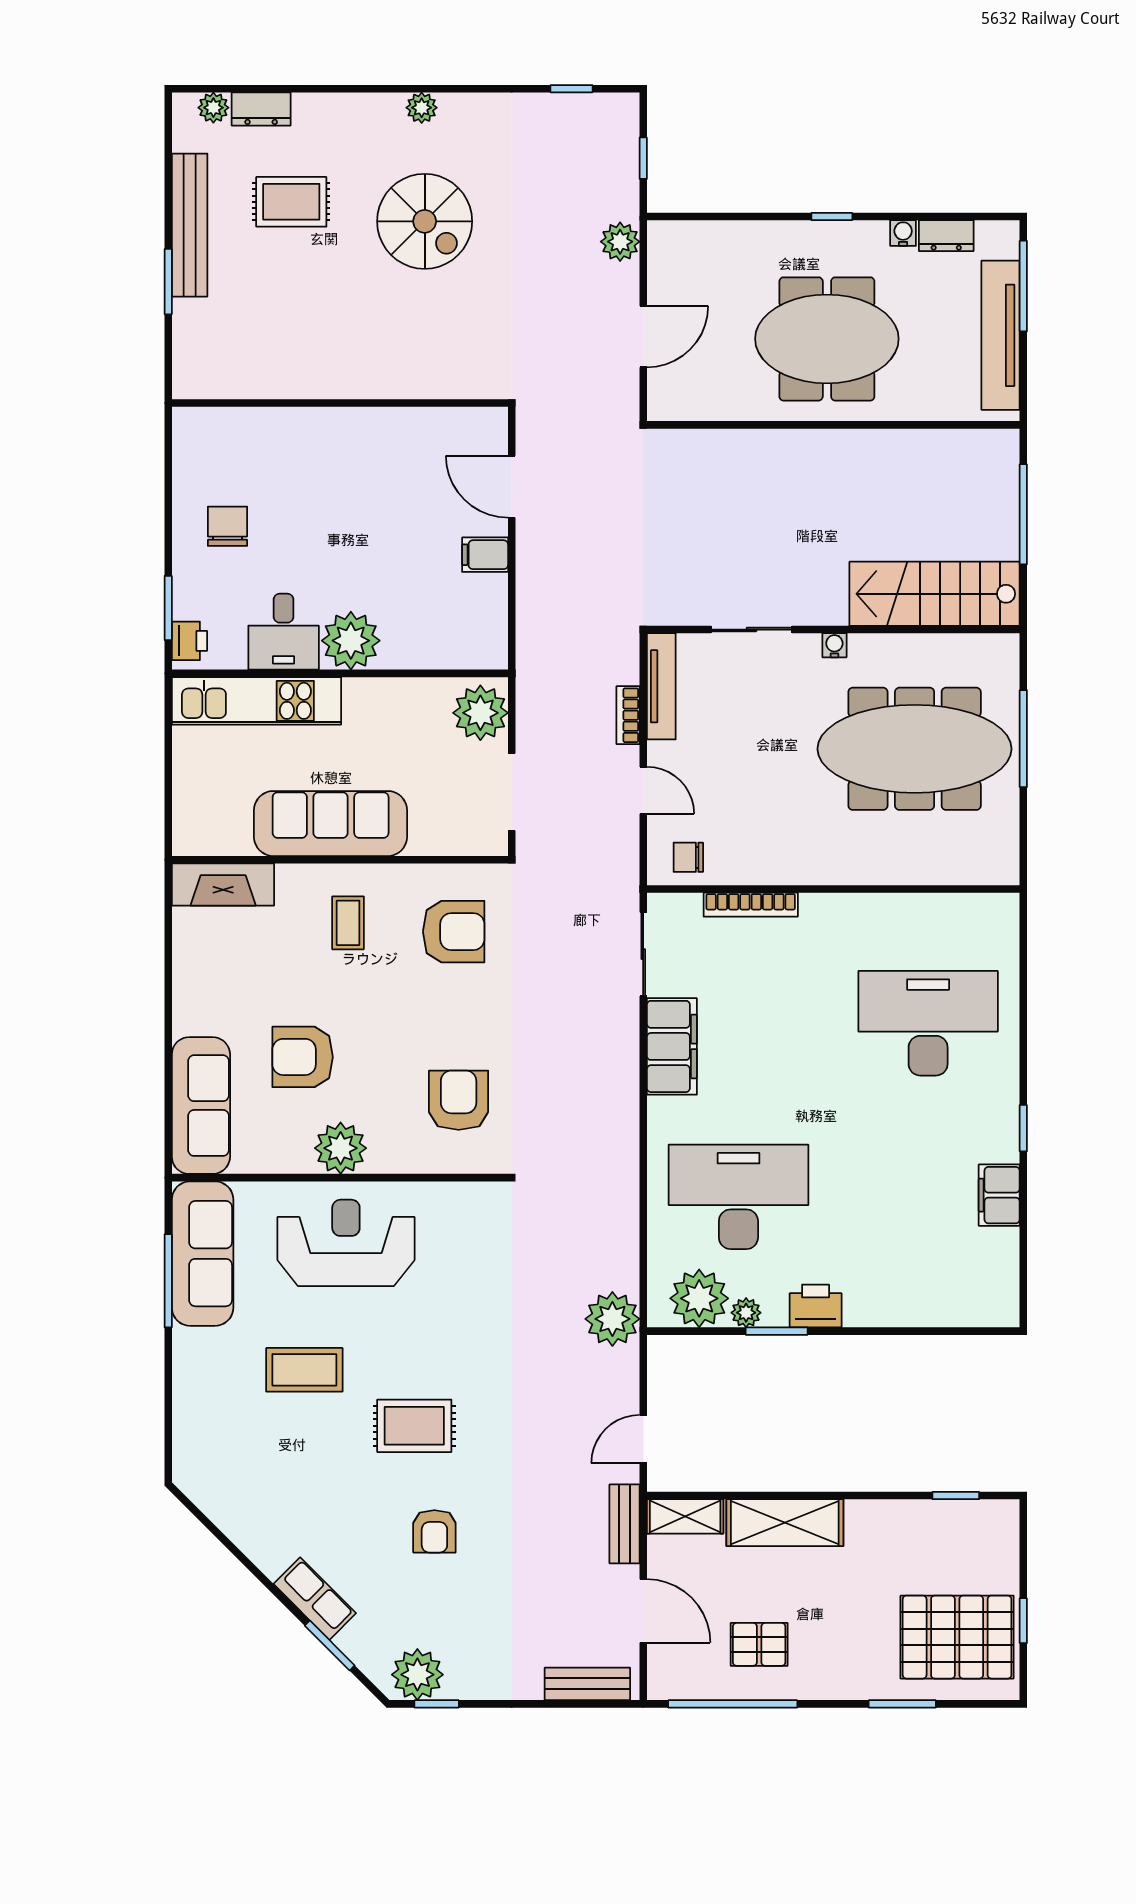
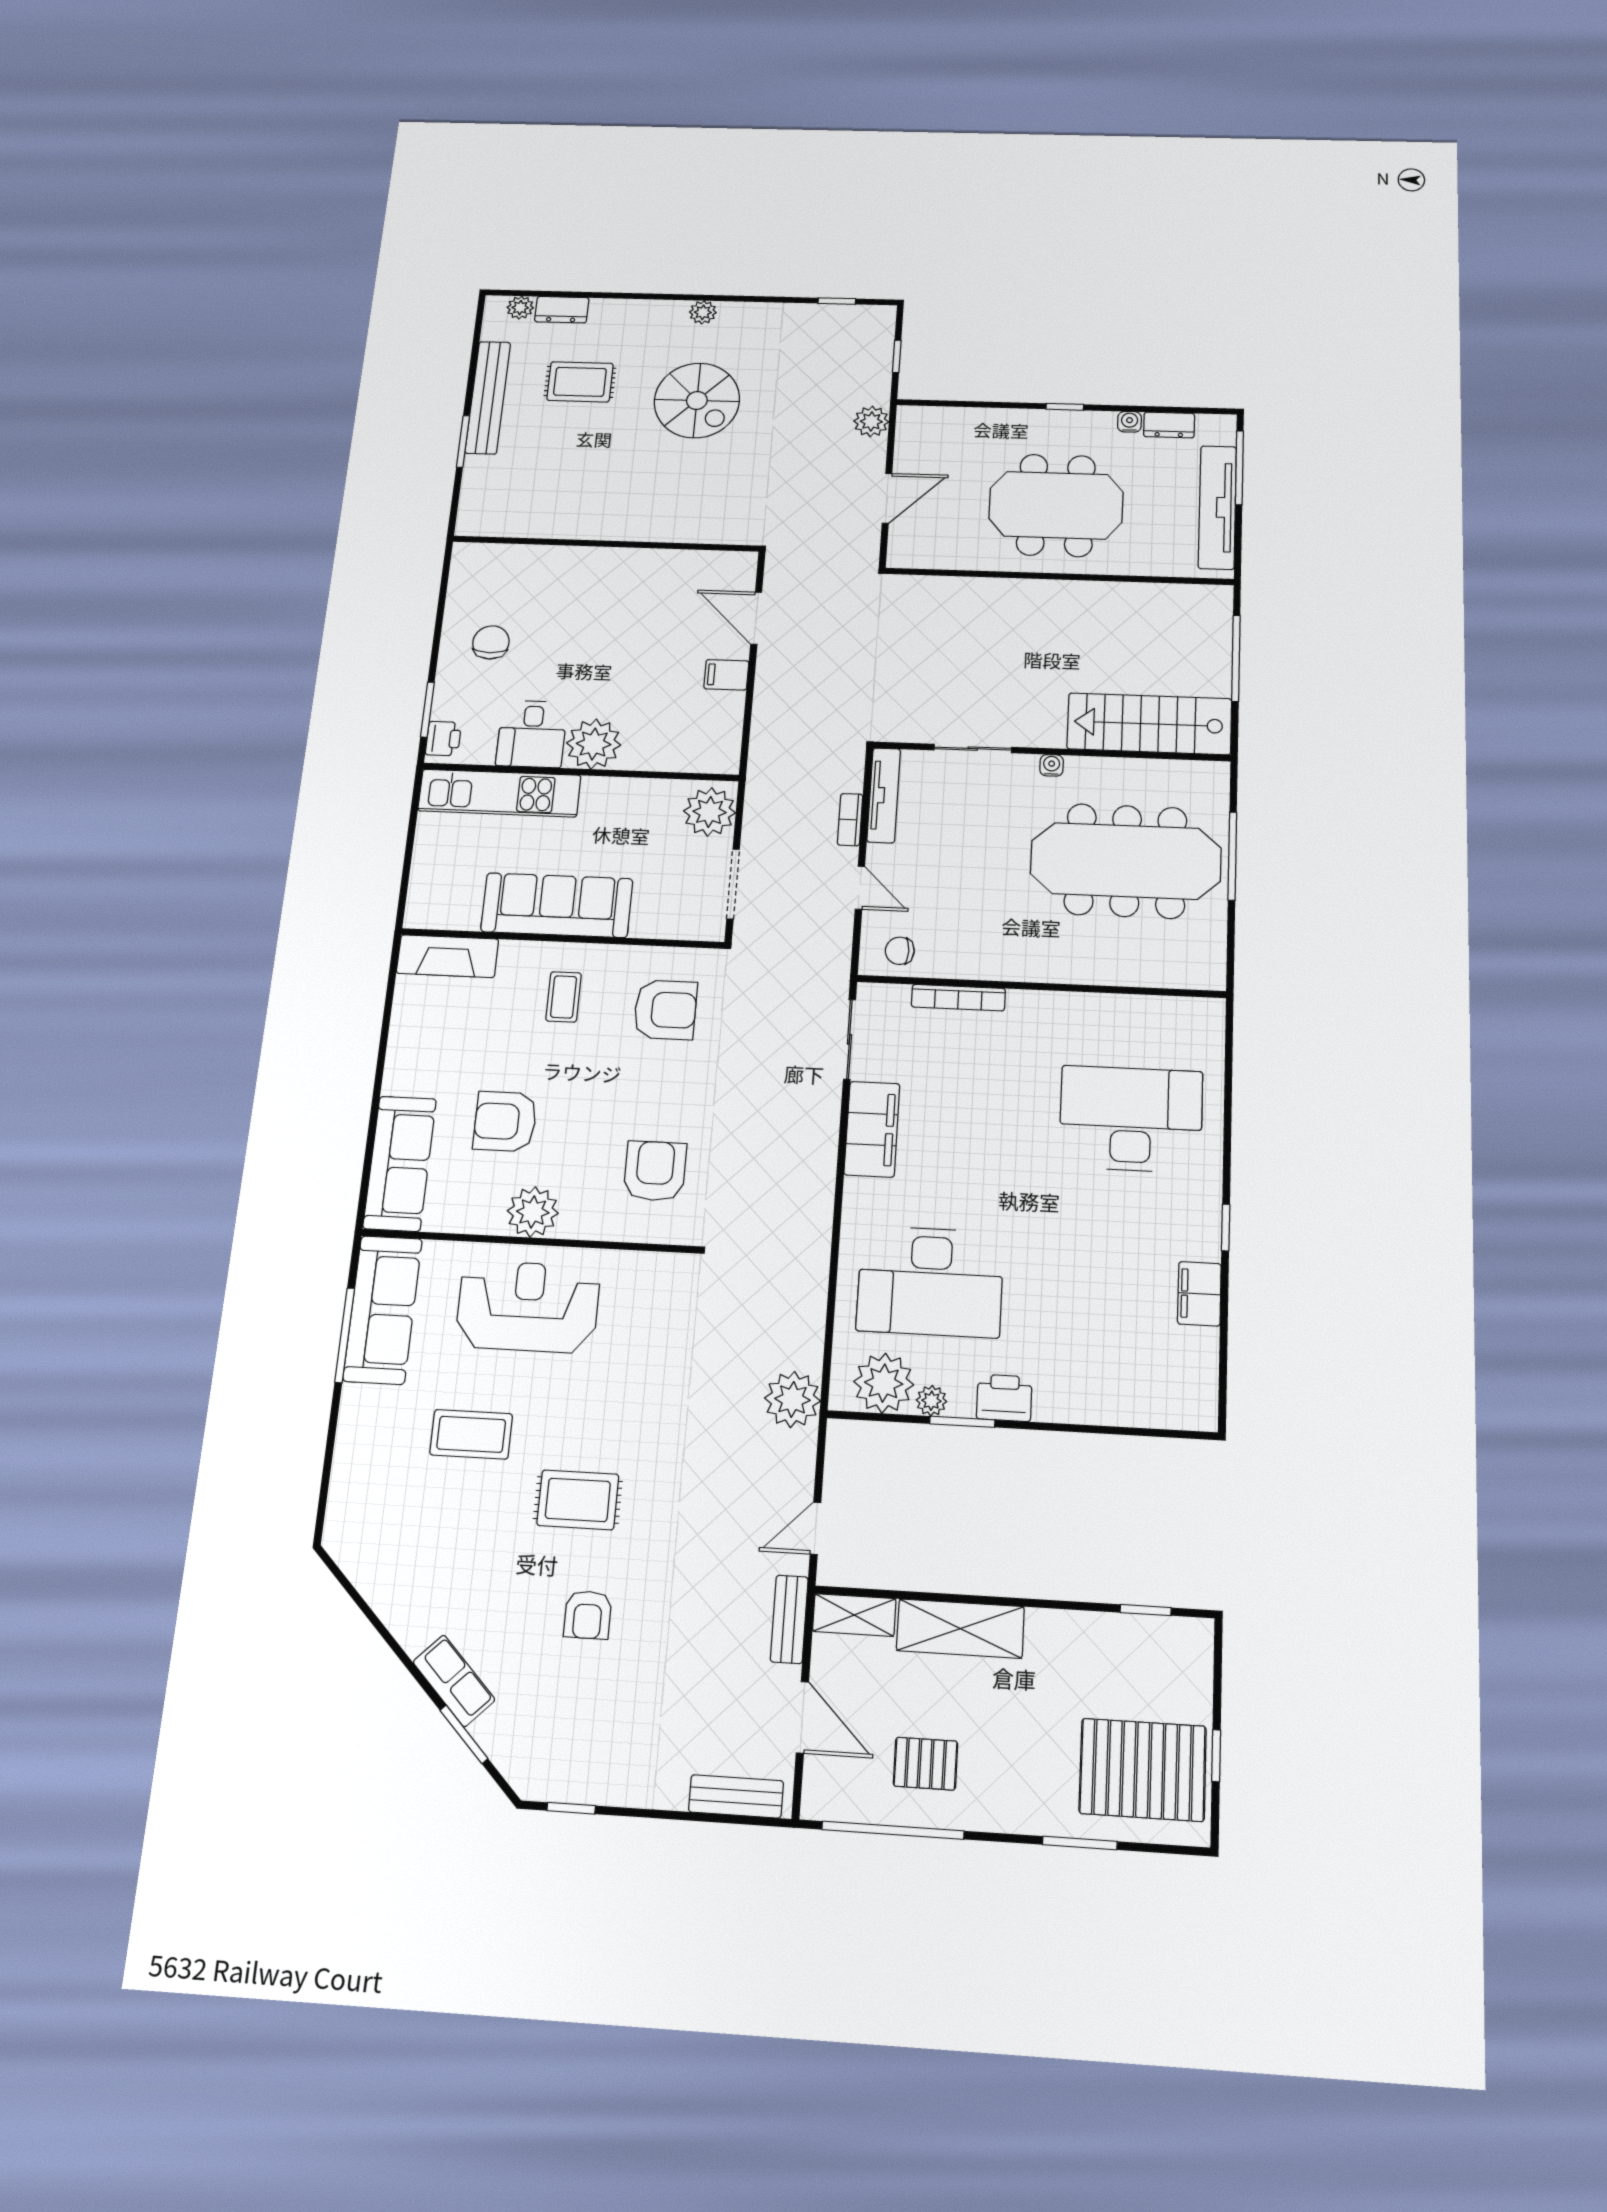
desk: (738, 1197) -> (930, 1281), turned 180
plant: (417, 1675) -> (554, 1773), removed

